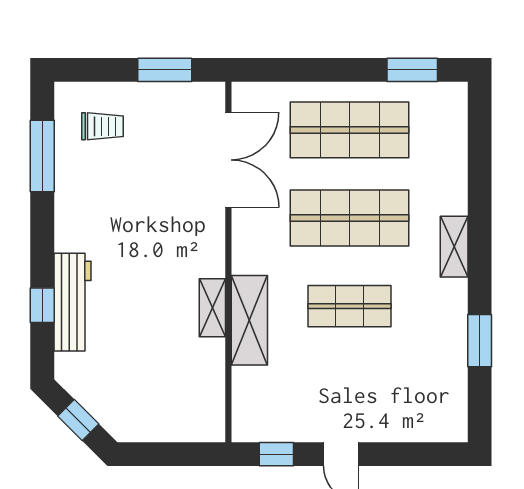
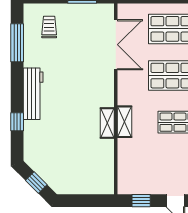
trolley: (102, 126) -> (49, 27), turned -90
workbench: (72, 302) -> (33, 94), moved
shelving: (249, 320) -> (124, 122), width x0.67, depth x0.75

